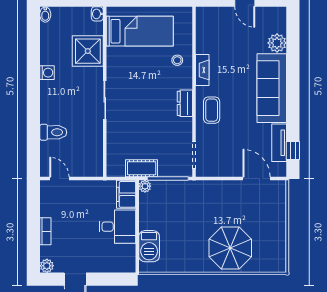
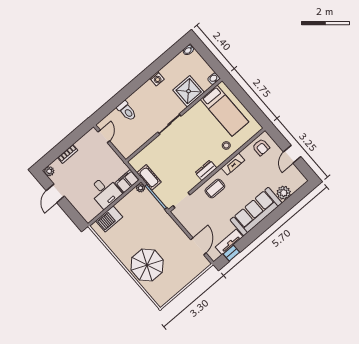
armchair: (210, 26) -> (261, 147), added

